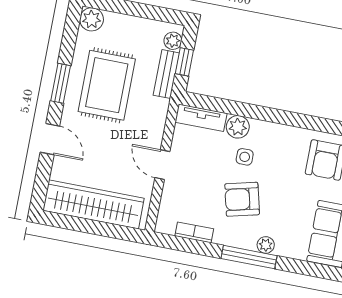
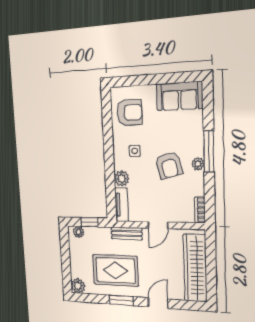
bench: (166, 74) -> (127, 233), moved
side table: (245, 157) -> (135, 151), moved
bookcase: (194, 232) -> (200, 210), moved
plant: (266, 245) -> (198, 164), moved

